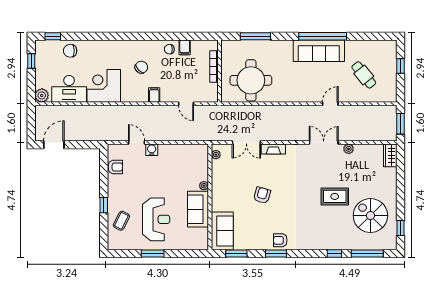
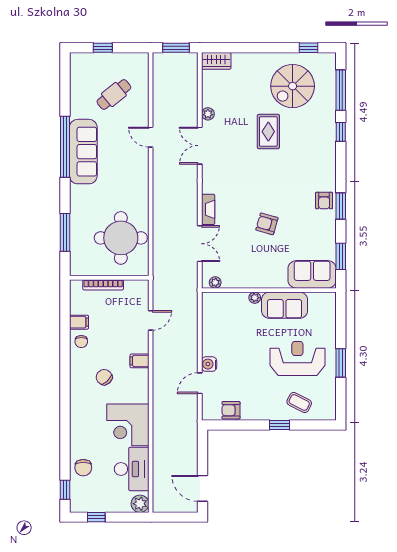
armchair: (115, 167) -> (231, 410), turned -90

